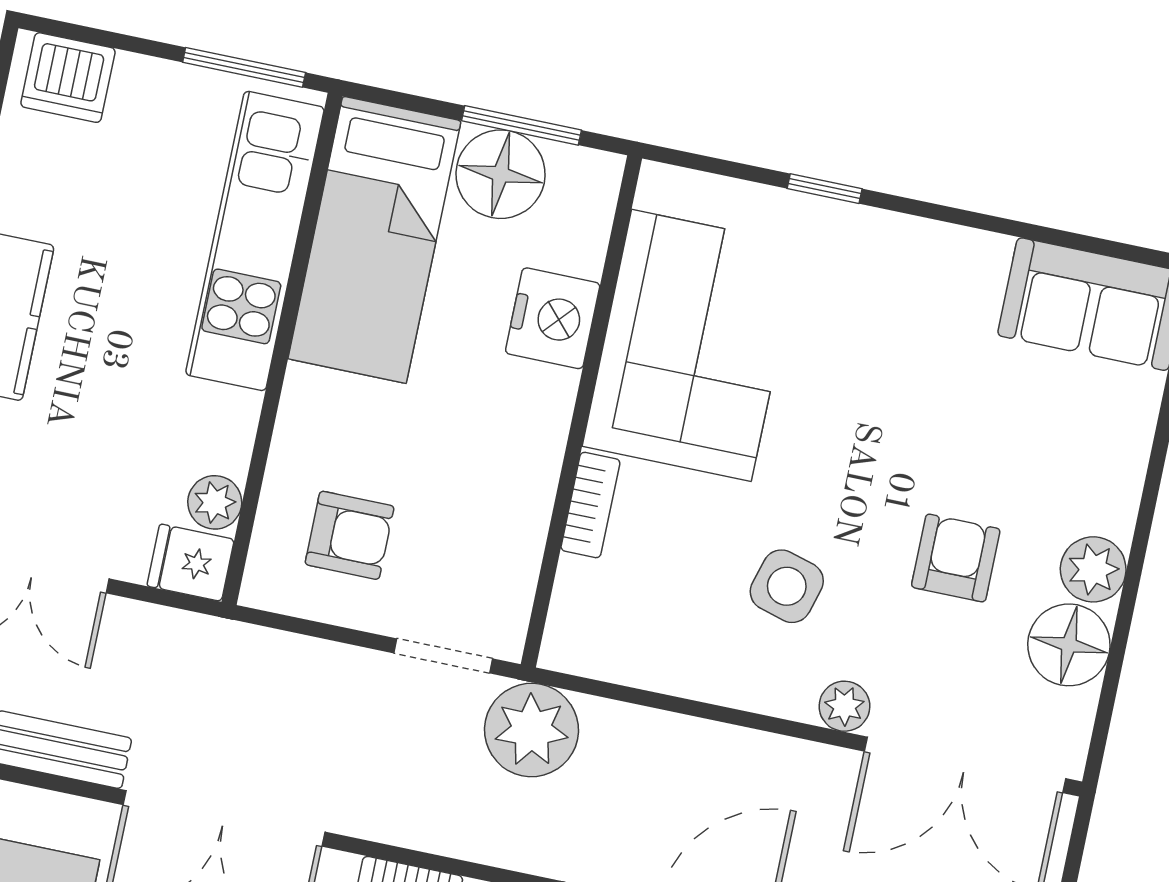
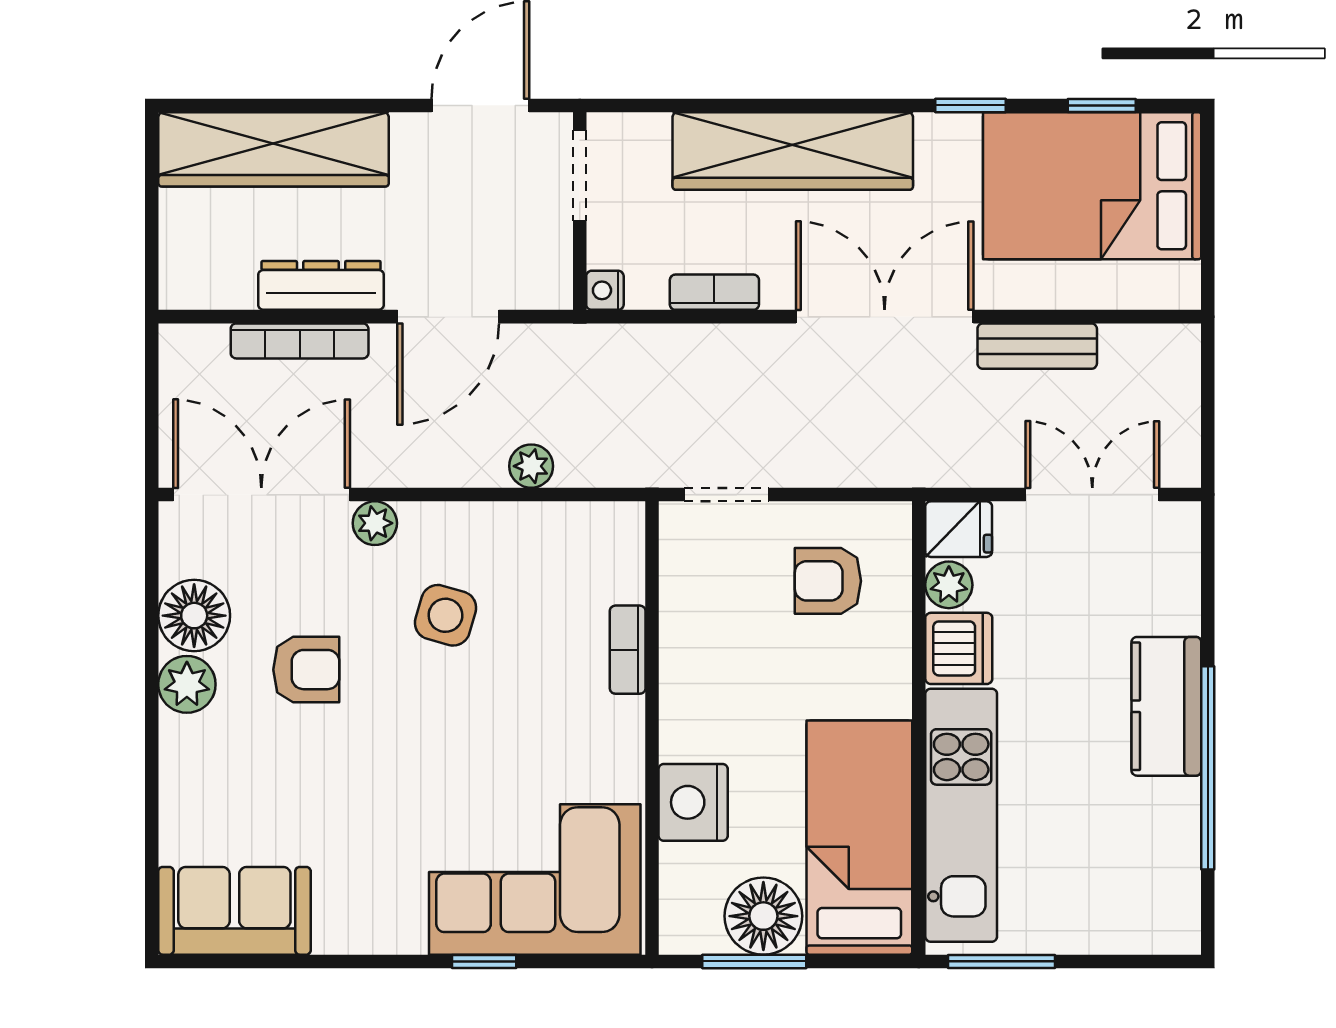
dishwasher: (68, 78) -> (959, 648), moved, turned 90
corner sofa: (691, 345) -> (535, 879), moved, turned 90
armchair: (956, 558) -> (306, 670), turned -90
plant: (531, 730) -> (531, 466), moved, width x0.53, depth x0.53

